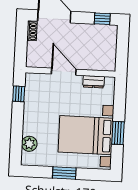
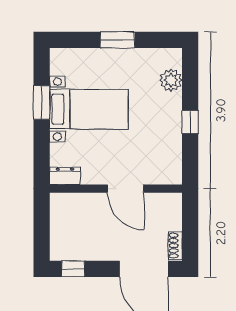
dresser: (94, 82) -> (65, 176), moved
window: (19, 94) -> (190, 122), moved
bed with nightstands: (86, 135) -> (89, 109), width x0.73

